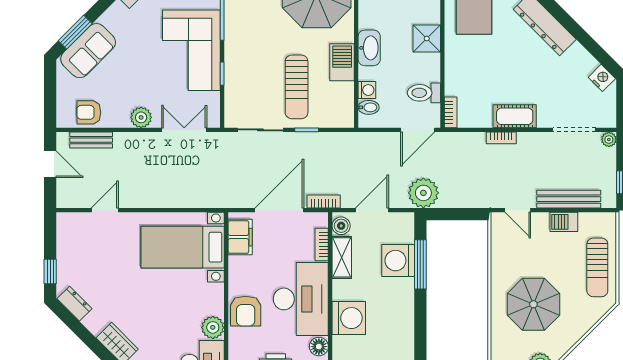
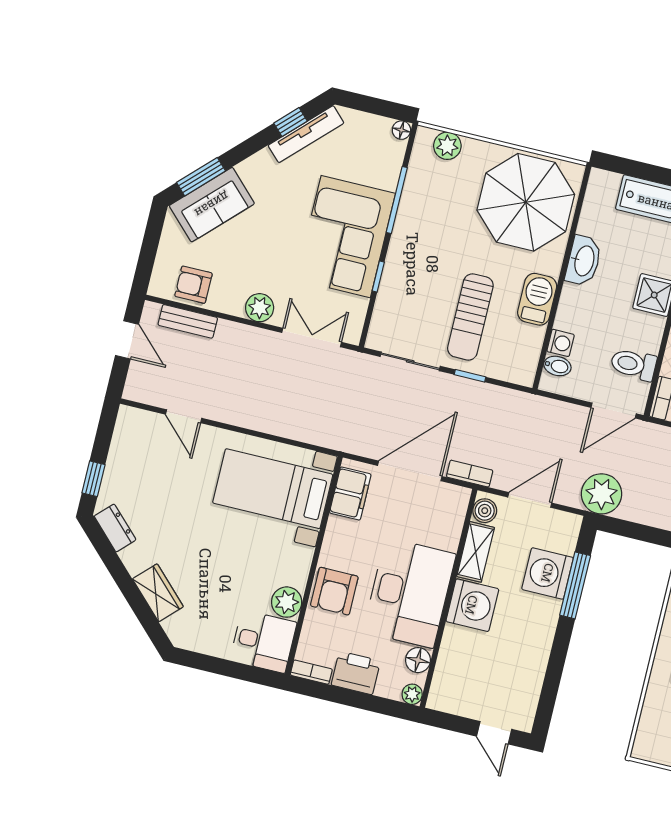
washbasin: (369, 48) -> (584, 261), moved
door: (105, 210) -> (184, 416), swing flipped
bookcase: (322, 244) -> (454, 529), removed
washing machine: (349, 318) -> (472, 605), moved

